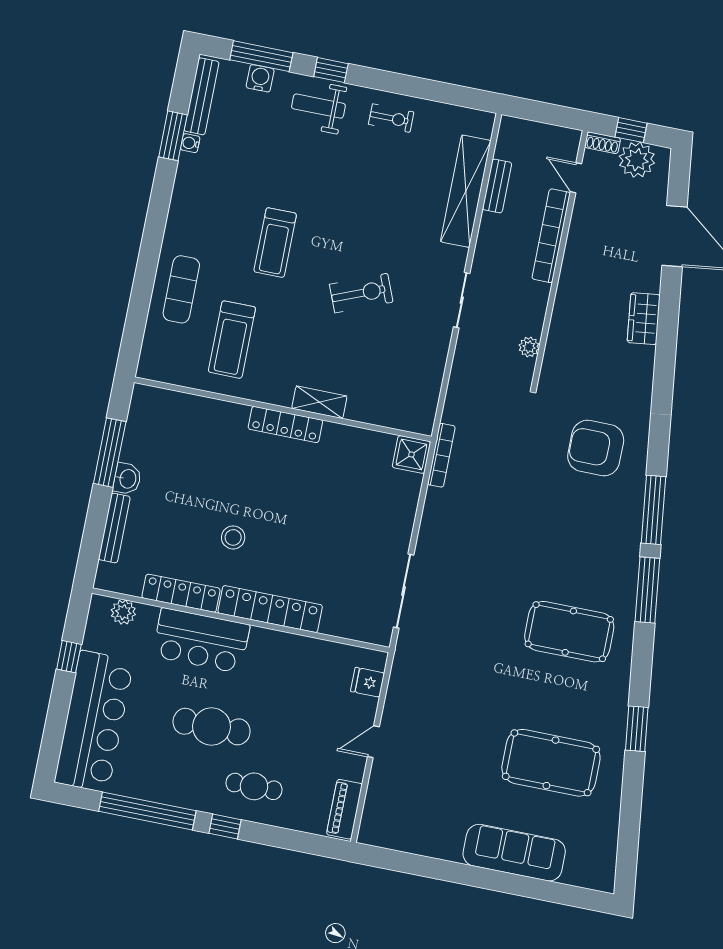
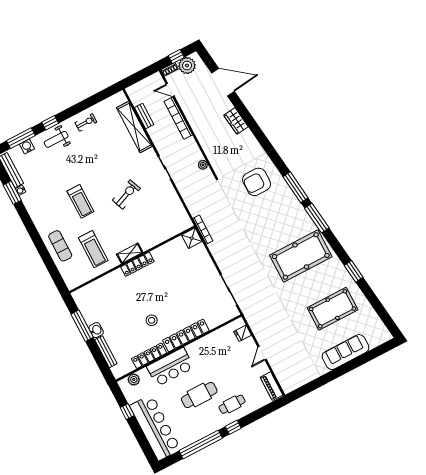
shelving: (319, 402) -> (130, 253), moved
pool table: (569, 632) -> (301, 256), width x1.36, depth x1.32

